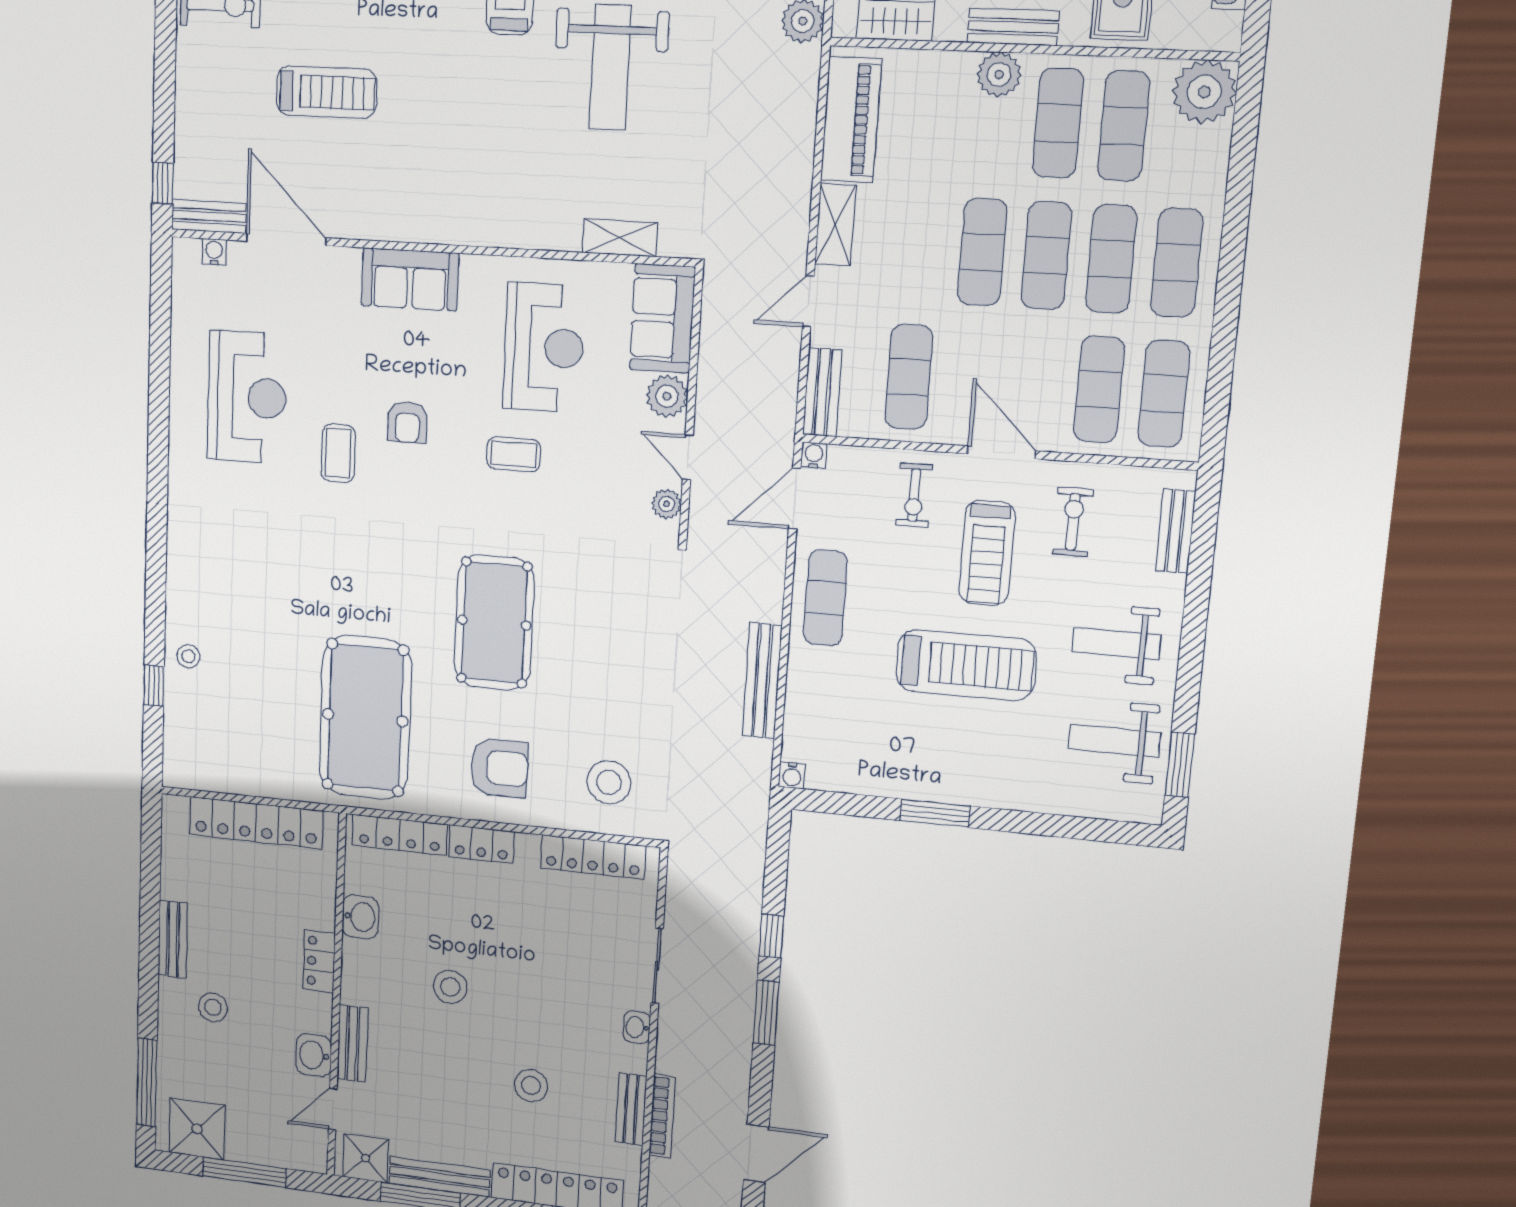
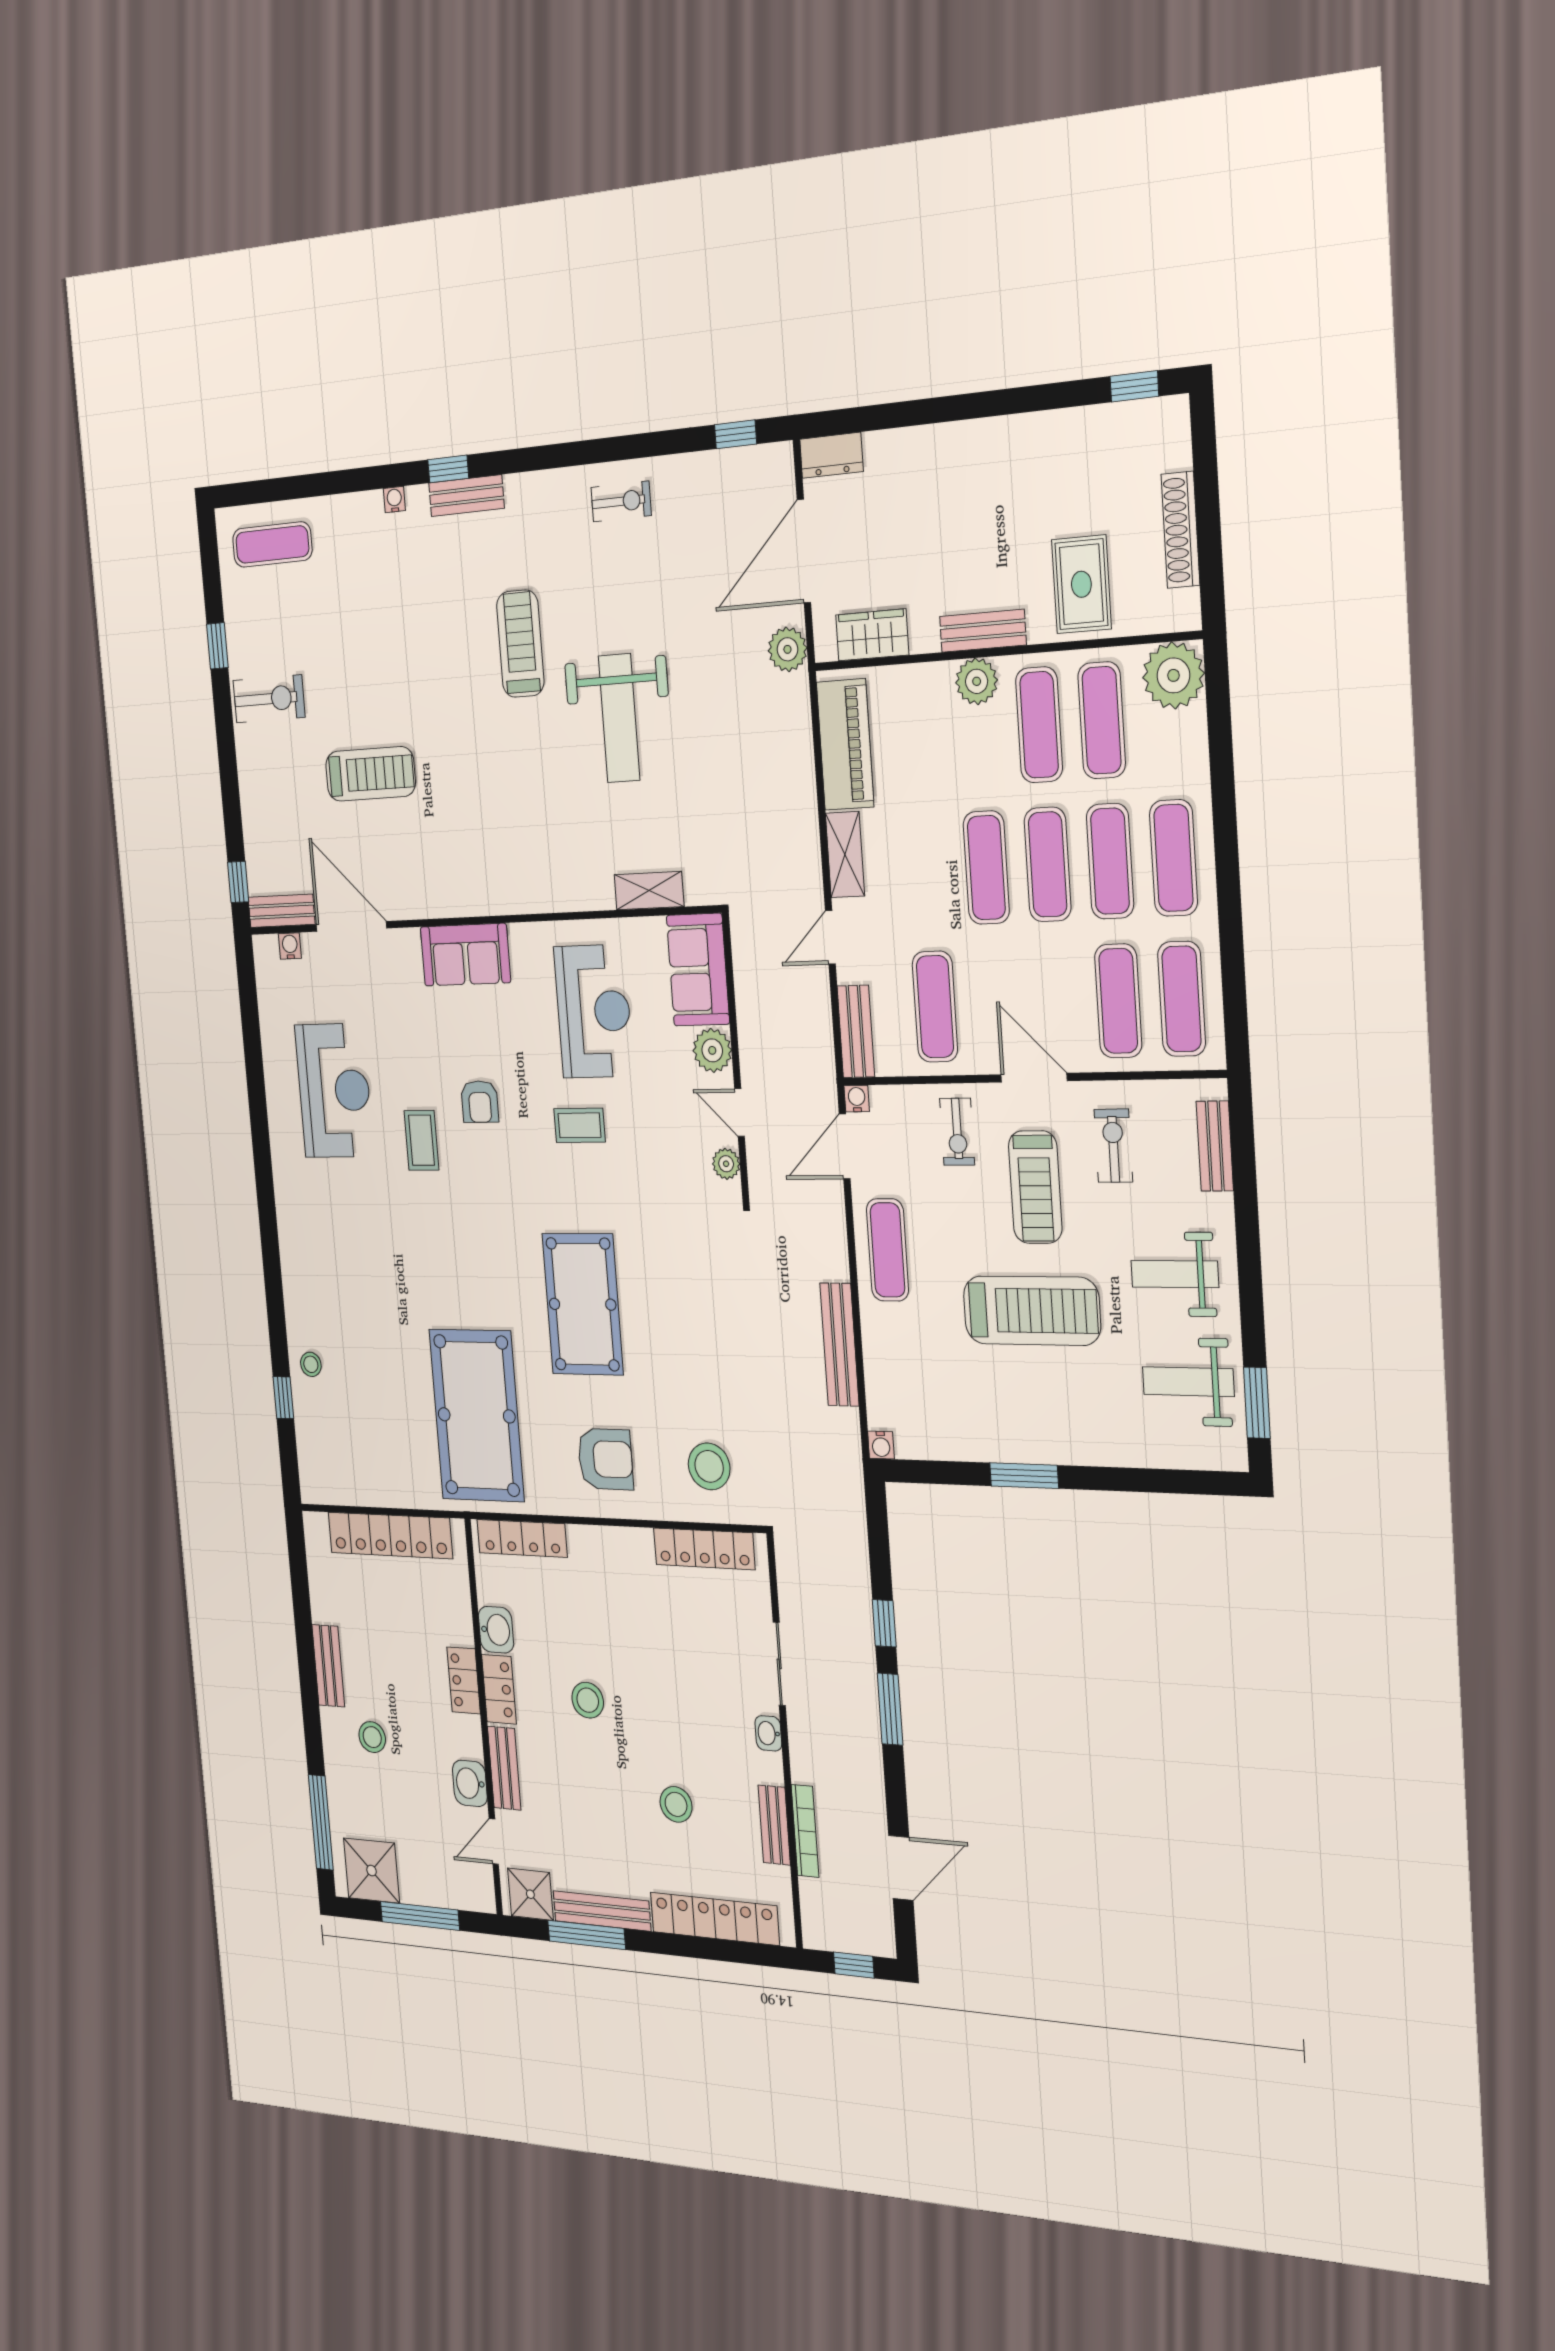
locker: (481, 844) -> (499, 1689), moved, turned -90

